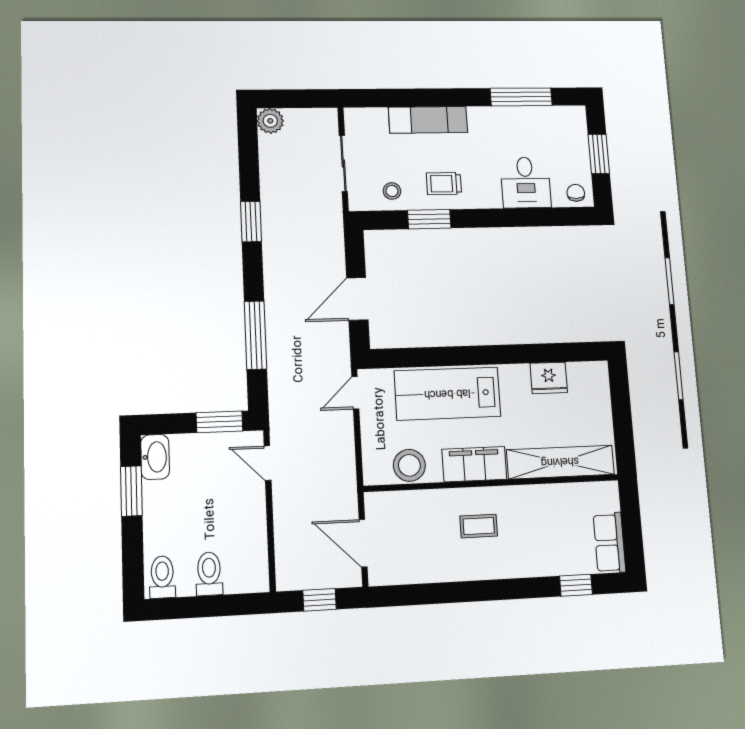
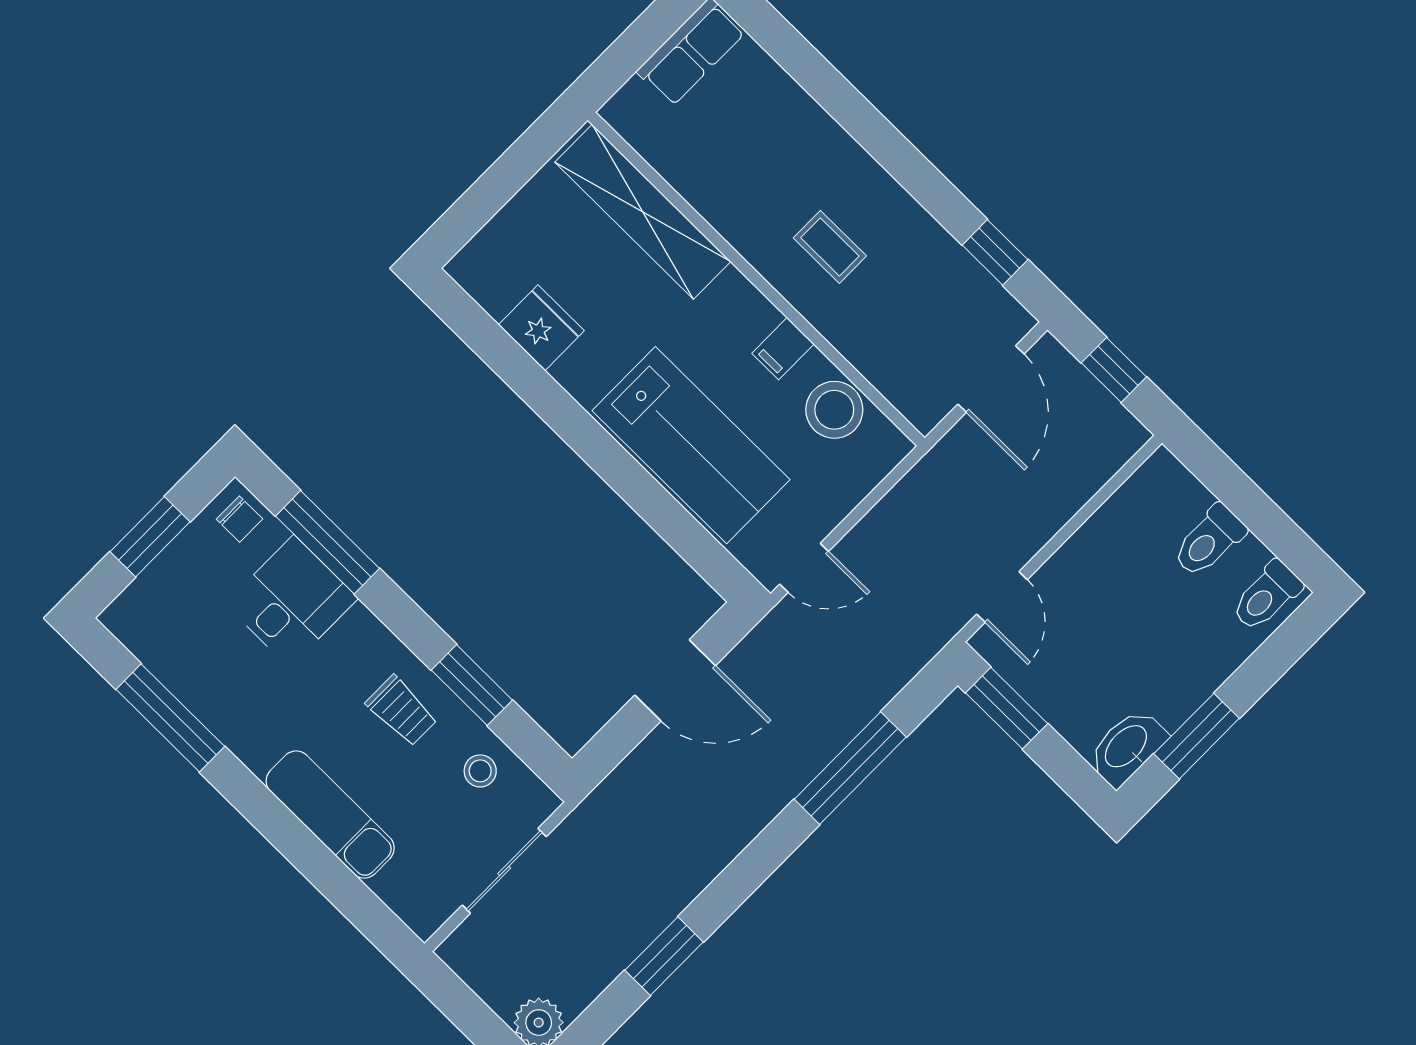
chair: (576, 193) -> (239, 519), turned -90
window: (537, 217) -> (327, 542), added
window: (251, 221) -> (664, 956), moved
filing cabinet: (474, 464) -> (783, 349), width x0.33, depth x0.86
window: (576, 585) -> (995, 252), moved

